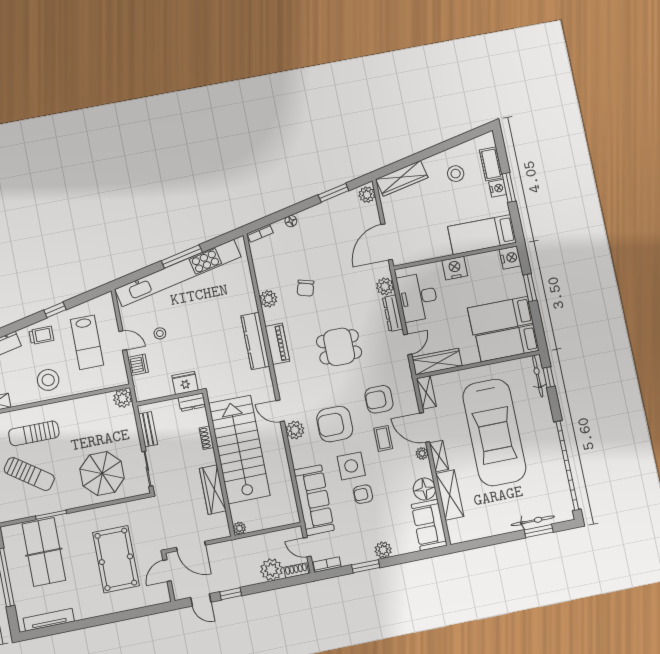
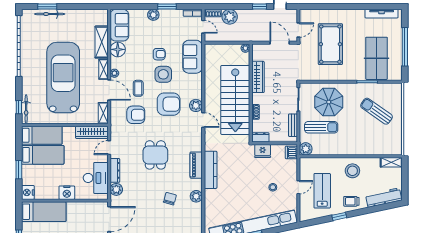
door: (123, 341) -> (298, 187), swing flipped
dining table: (339, 347) -> (155, 155), turned 90
dishwasher: (138, 365) -> (291, 153), moved
sun lounger: (34, 433) -> (321, 127), moved
sofa: (314, 500) -> (193, 57), width x0.73

